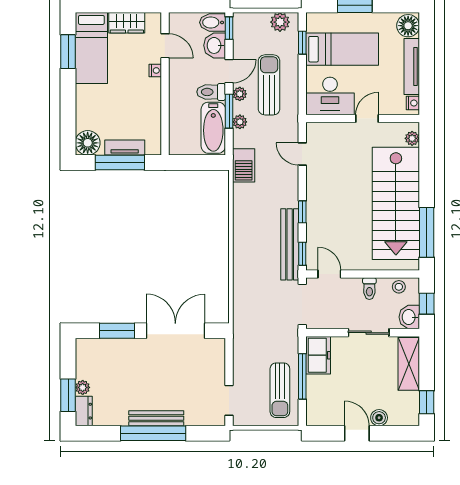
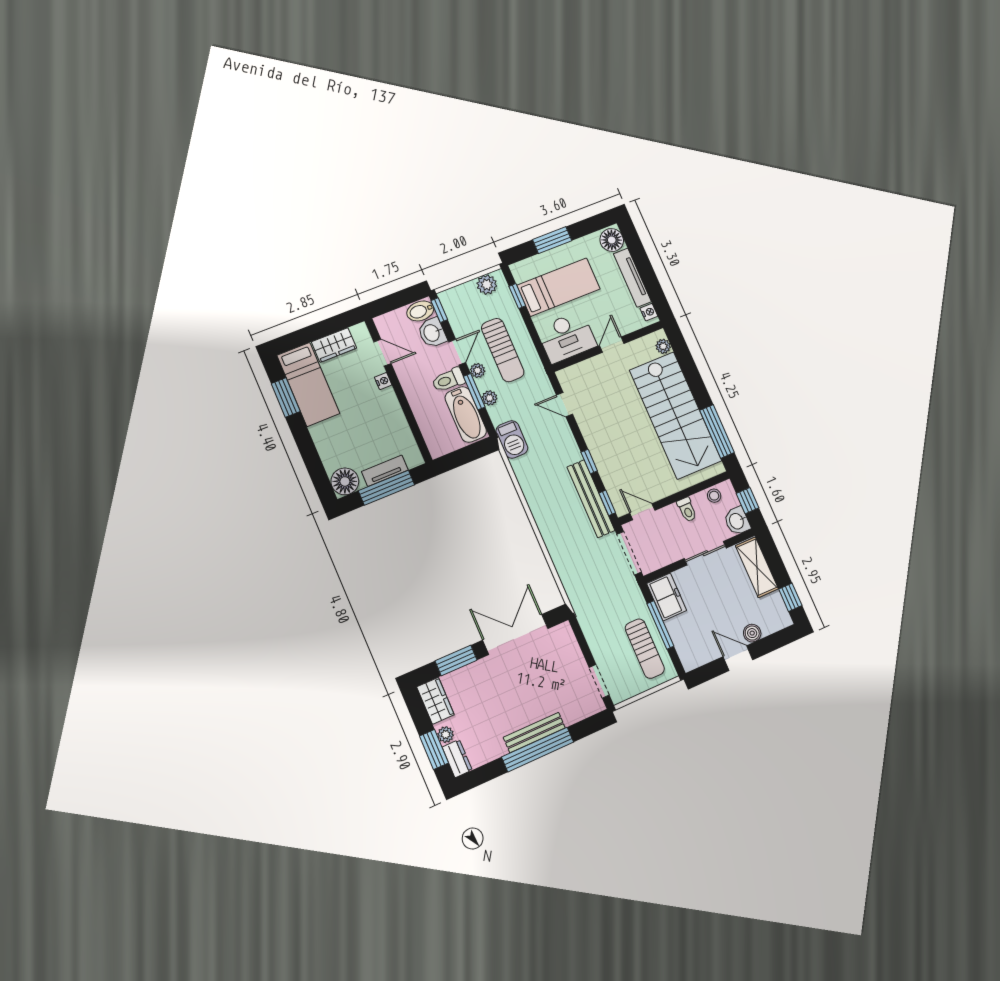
sun lounger: (269, 85) -> (503, 350), turned 180
wardrobe: (86, 356) -> (435, 701), added

